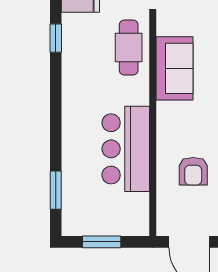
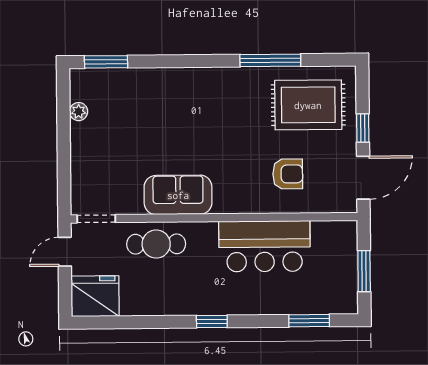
window: (56, 38) -> (212, 321), moved

